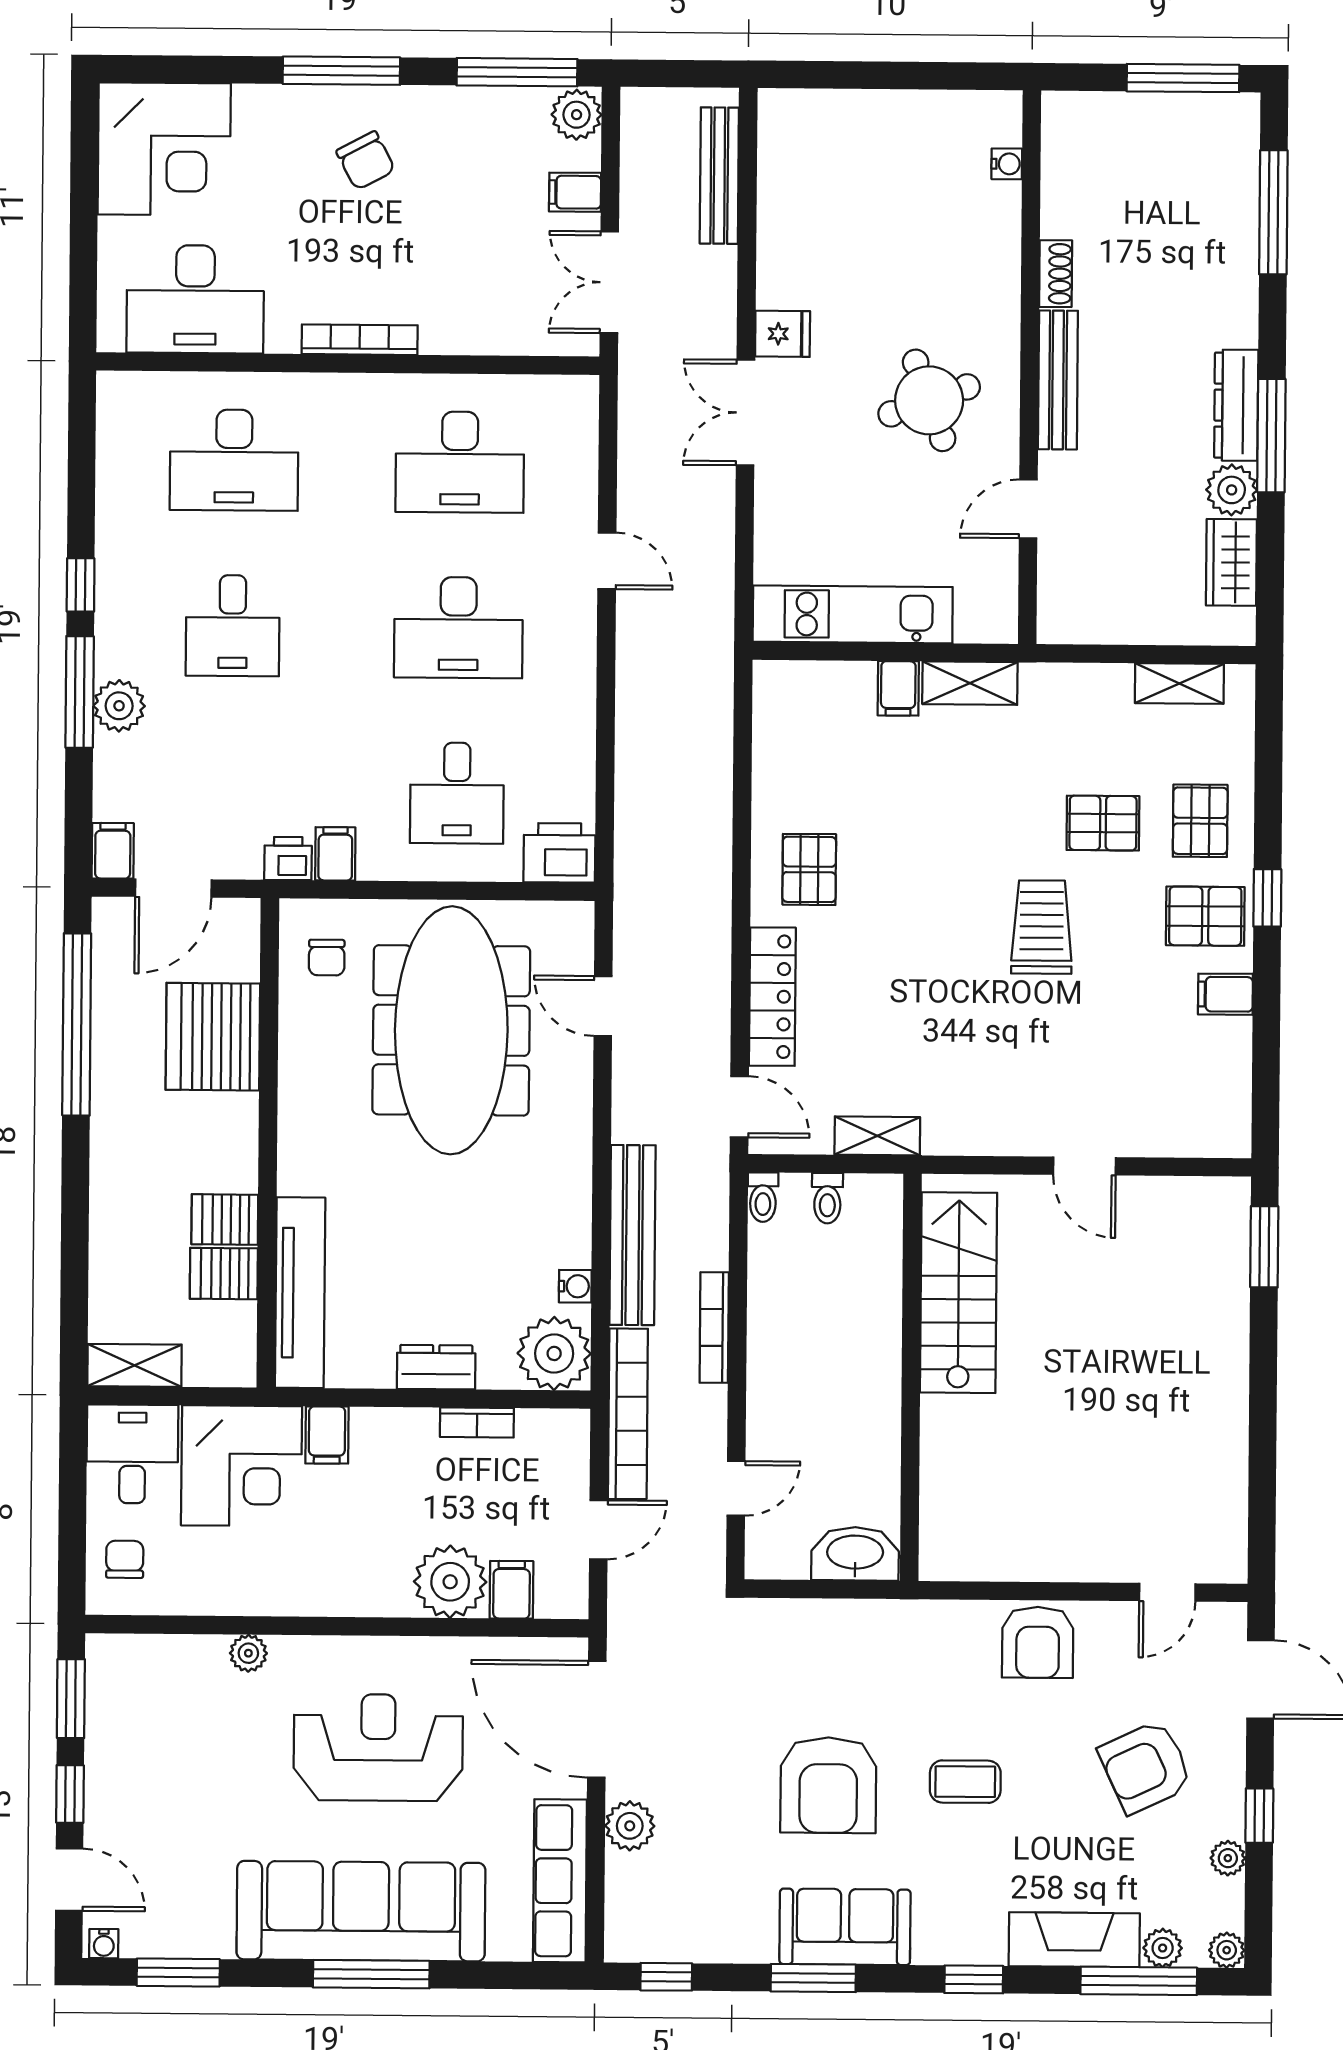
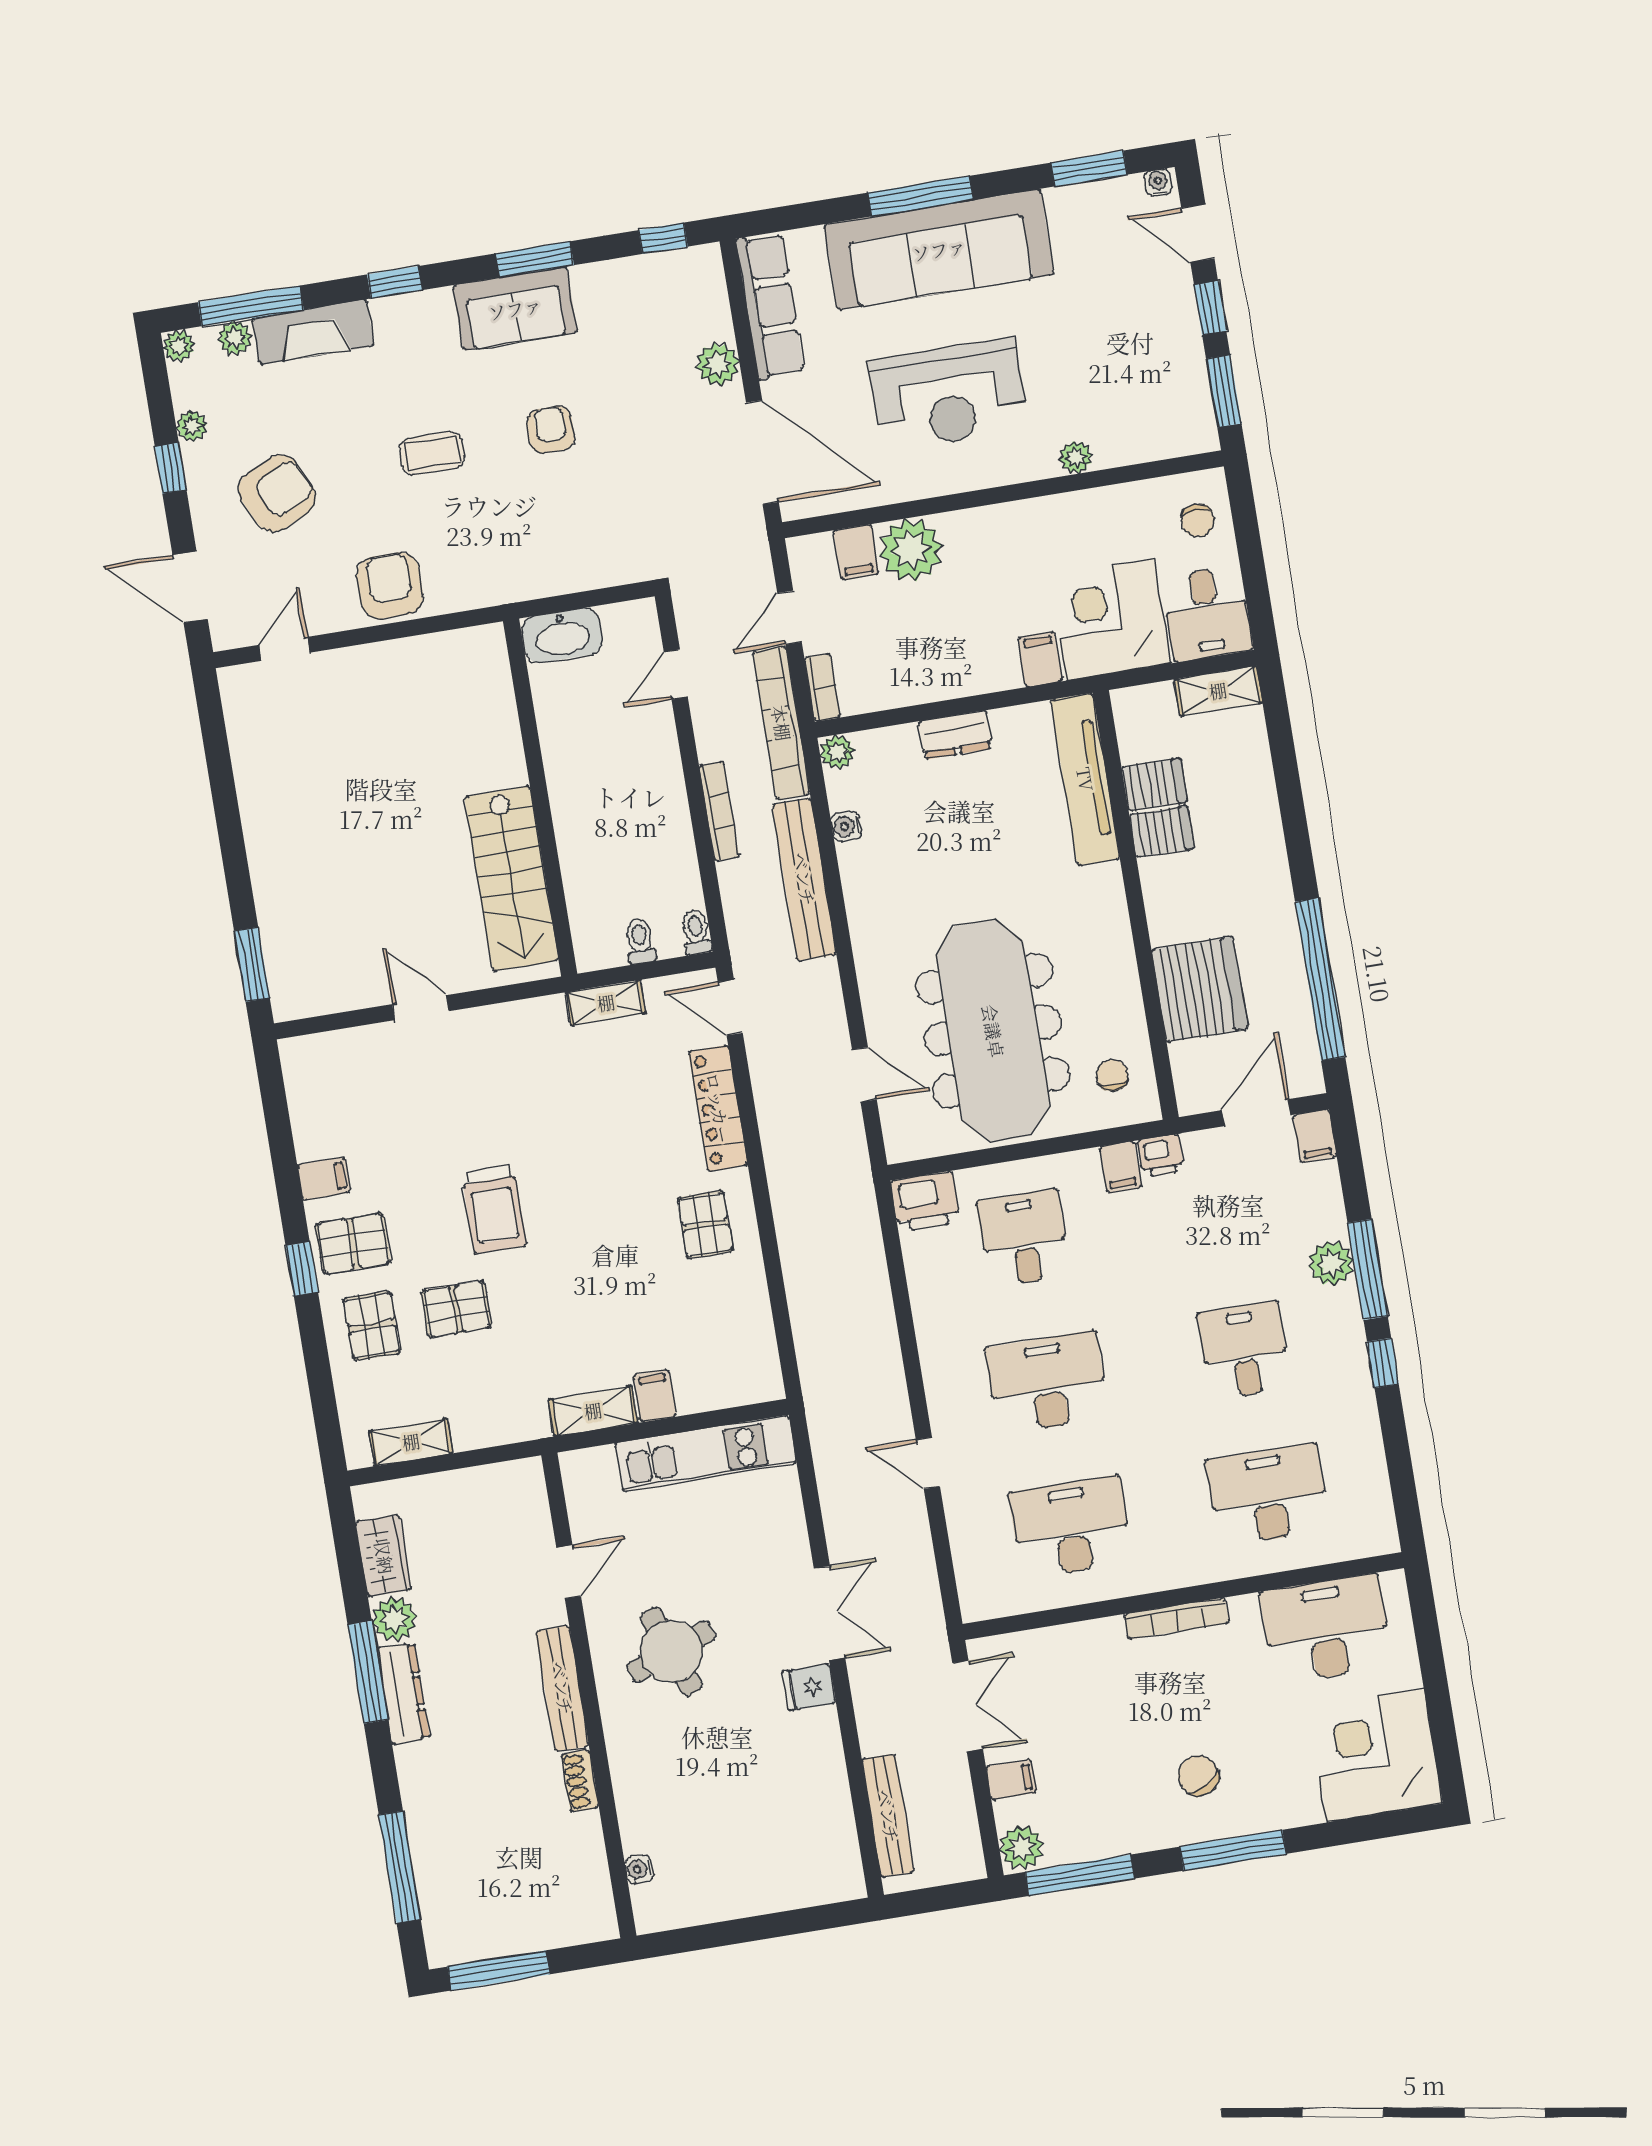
plant: (554, 1353) -> (837, 752), width x0.53, depth x0.53
bookcase: (477, 1423) -> (822, 687), moved, turned 90
armchair: (828, 1785) -> (551, 430), width x0.53, depth x0.53

